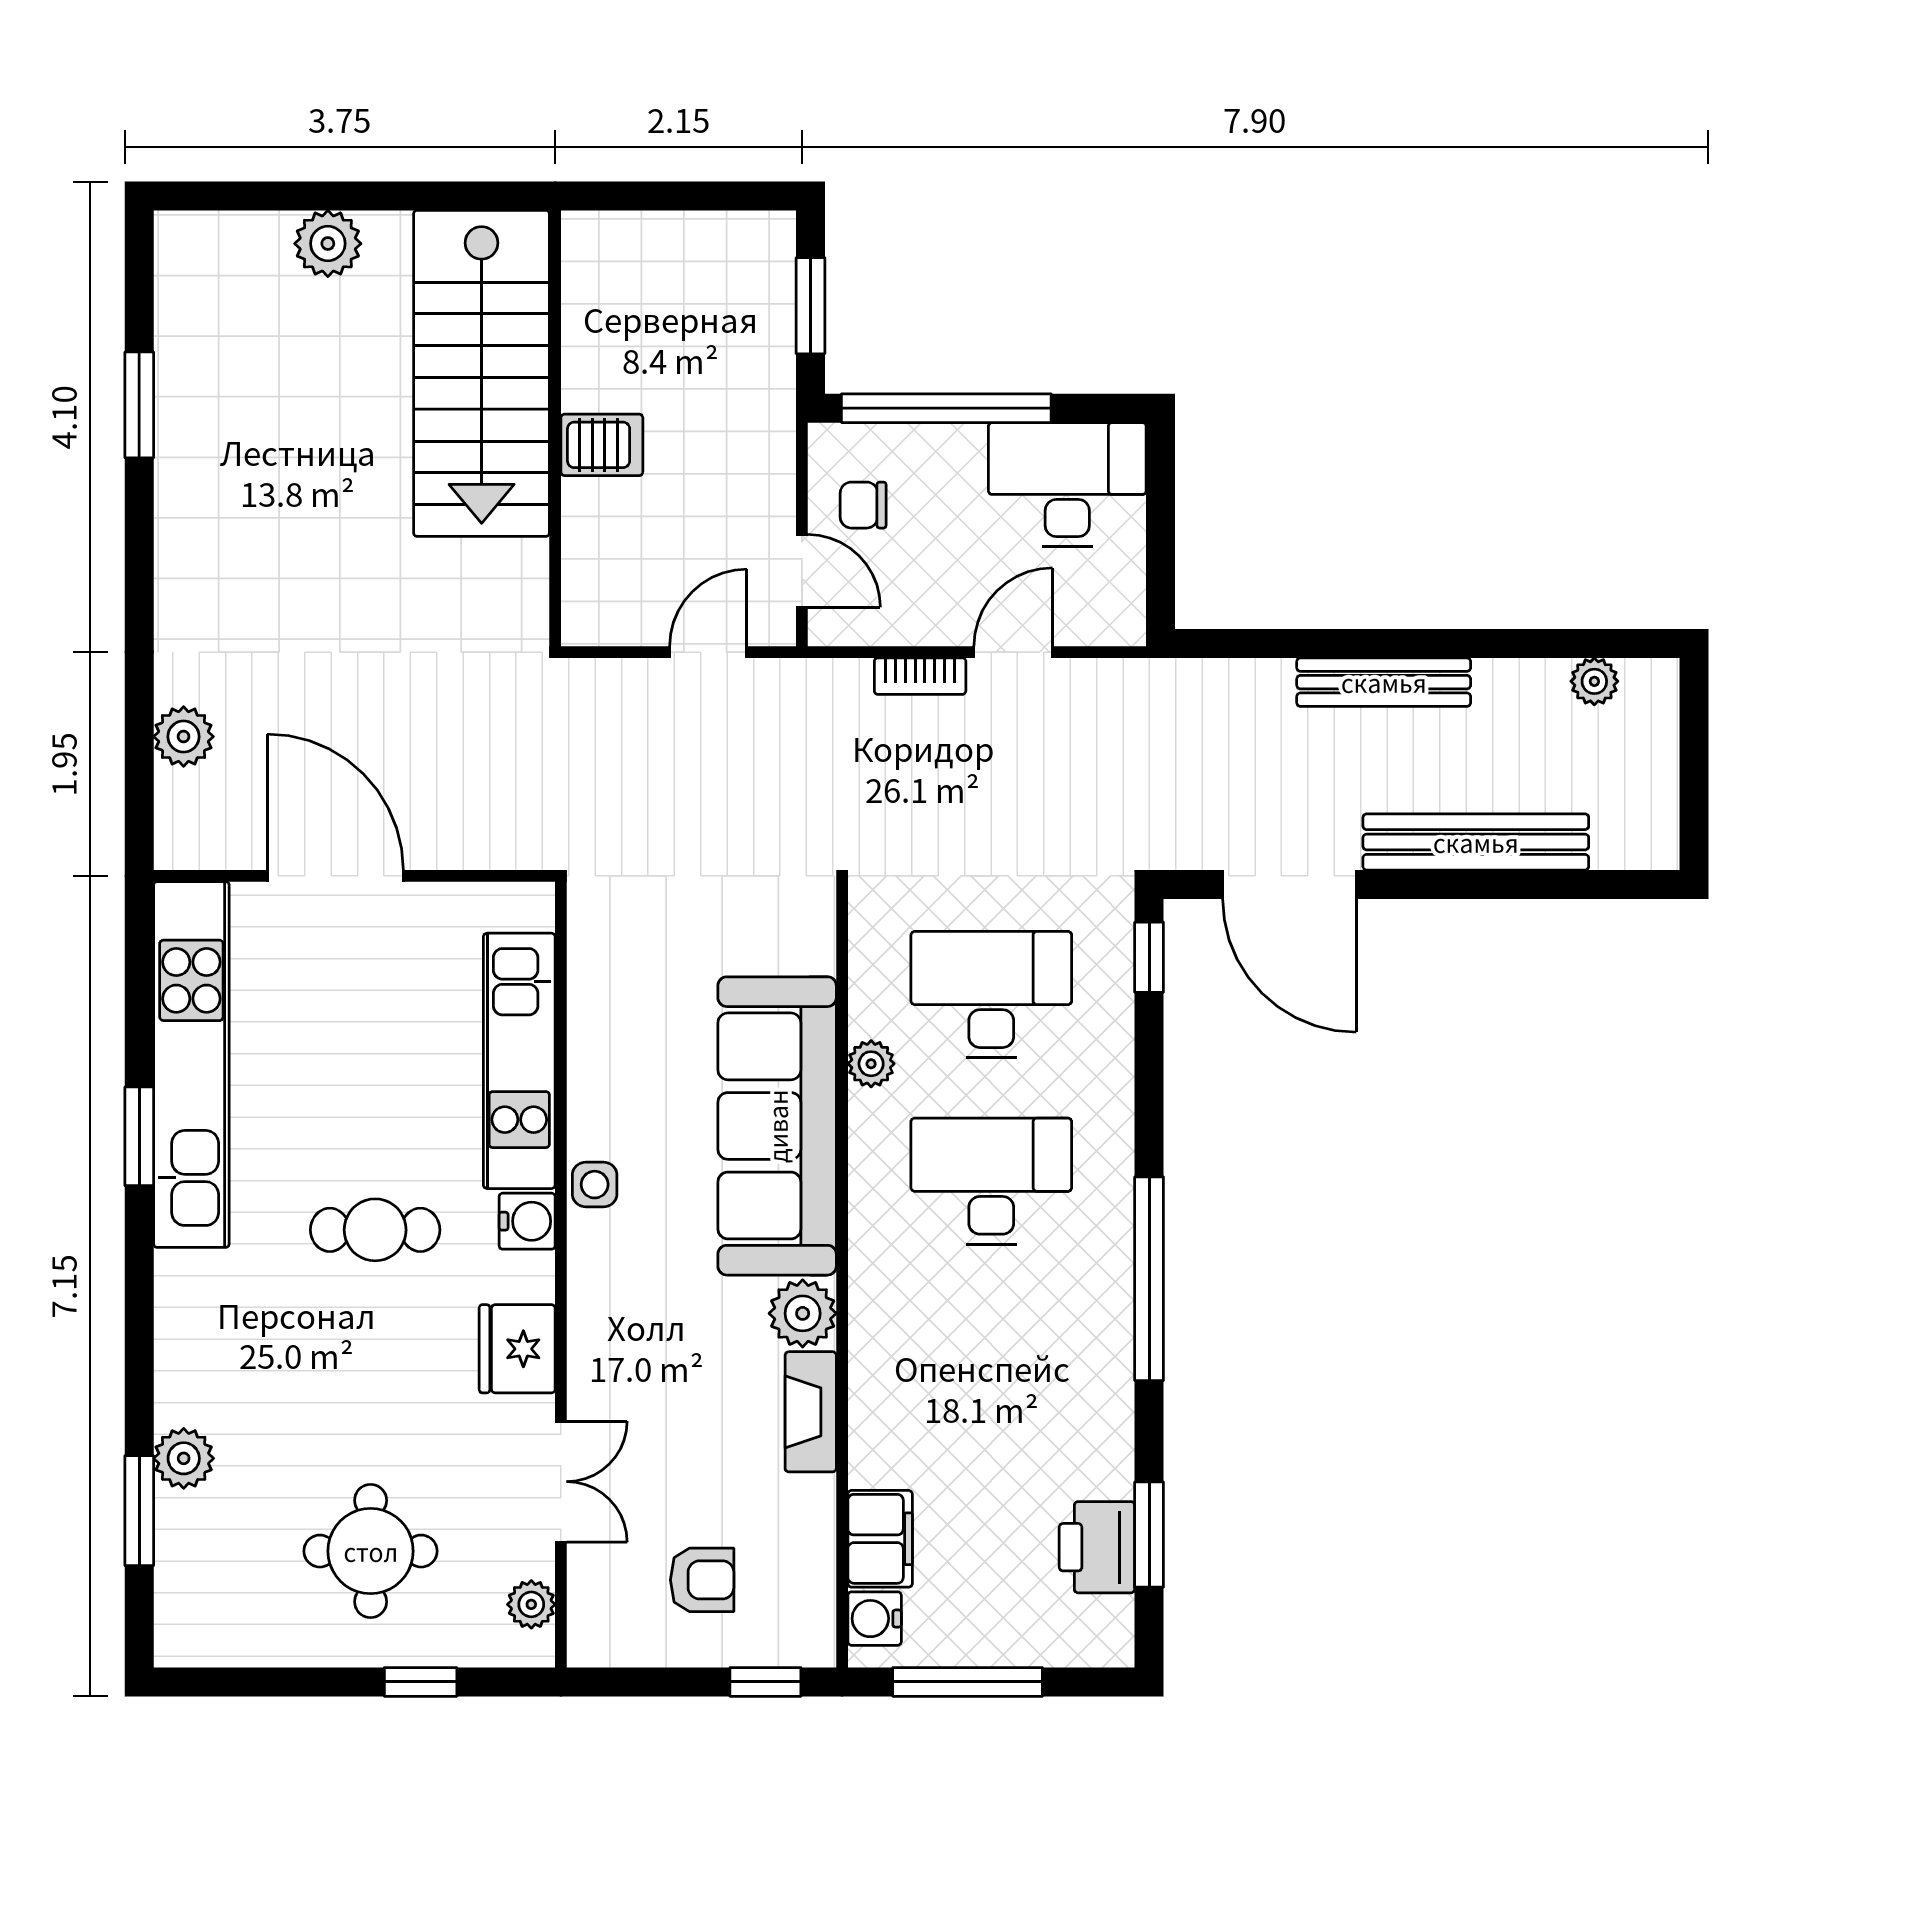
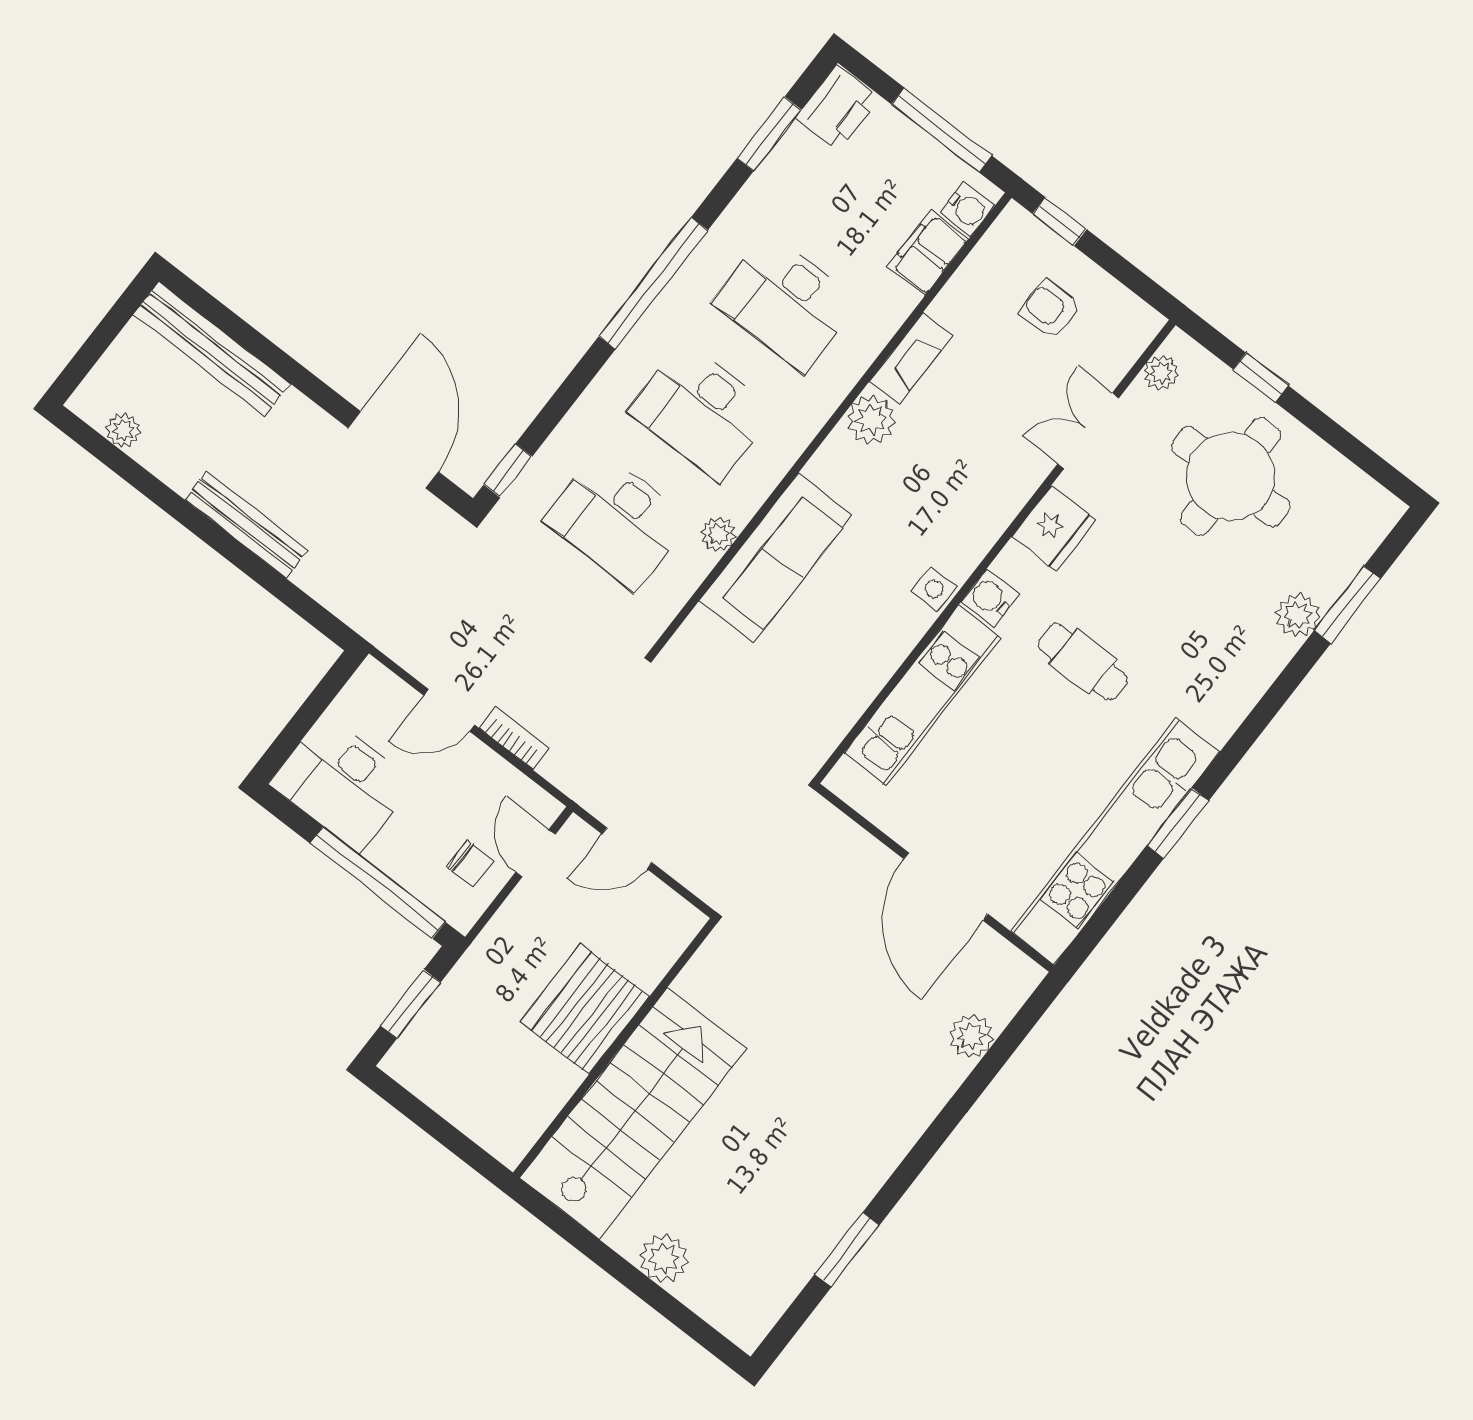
server rack: (602, 445) -> (585, 1009), width x2.18, depth x1.44
bench: (1476, 842) -> (212, 349), moved
sofa: (777, 1126) -> (776, 558), width x0.74, depth x0.79
desk: (991, 1368) -> (786, 302), added
printer: (1097, 1547) -> (838, 108), moved
round table: (371, 1551) -> (1231, 477), width x1.36, depth x1.36

